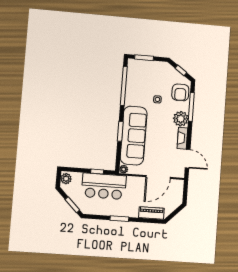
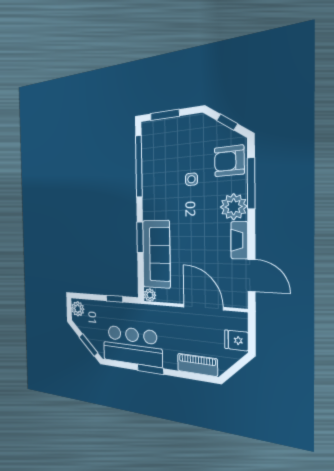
armchair: (180, 92) -> (229, 161), turned 89
sofa: (134, 136) -> (156, 254), width x0.74, depth x0.79
door: (158, 177) -> (203, 307), swing flipped
bar counter: (104, 186) -> (132, 346), moved, turned 180
fridge: (176, 197) -> (236, 340), added

